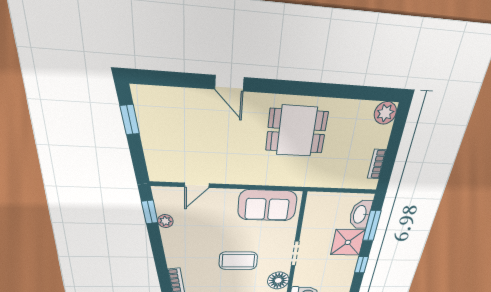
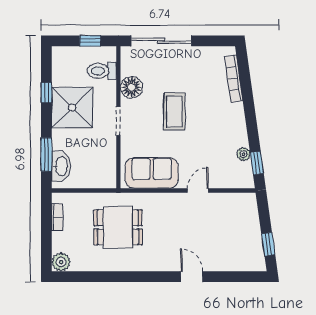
dining table: (297, 131) -> (118, 227), moved
door: (197, 185) -> (198, 190), moved
shower: (348, 242) -> (72, 108), moved, width x1.37, depth x1.37
coffee table: (238, 261) -> (174, 111), turned 90
window: (361, 265) -> (46, 93), moved

